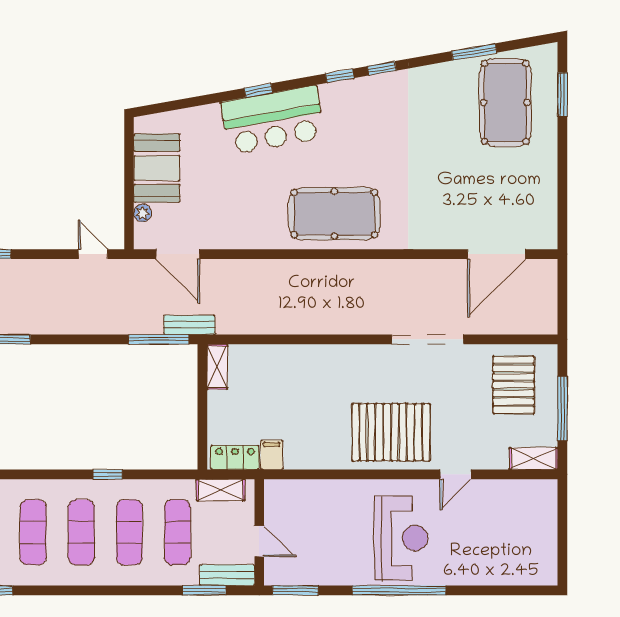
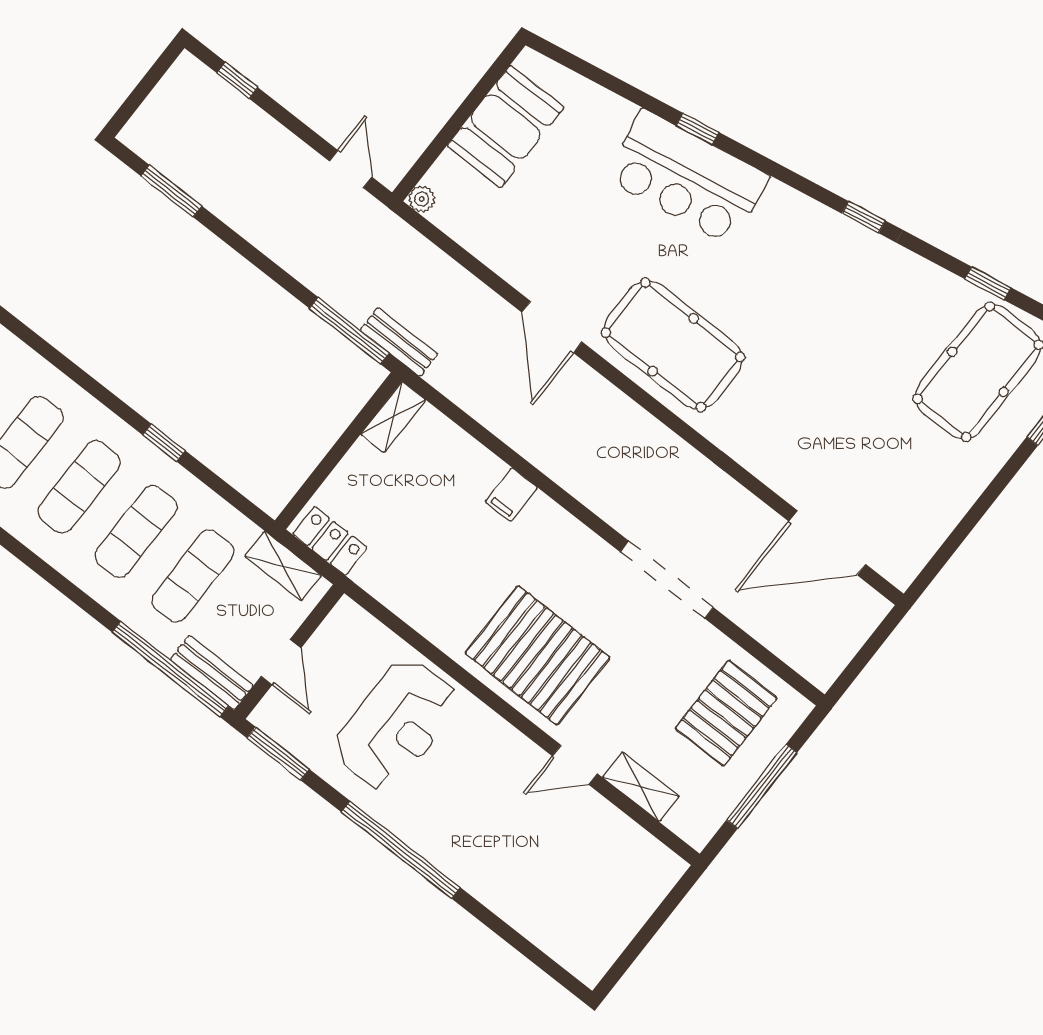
window: (474, 52) -> (988, 283), width x0.67
window: (340, 76) -> (807, 187), removed
plant: (143, 213) -> (422, 199), moved
door: (178, 254) -> (552, 327), moved
filing cabinet: (272, 455) -> (511, 495), moved, turned 180
shelving: (533, 459) -> (641, 787), moved
reception desk: (401, 538) -> (396, 725), moved
window: (204, 590) -> (170, 669), width x2.11

